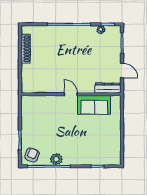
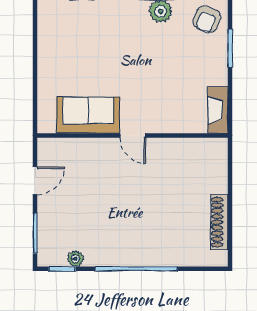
door: (122, 71) -> (35, 181), swing flipped
dresser: (108, 88) -> (62, 147), removed
fireplace: (26, 108) -> (218, 110), added

